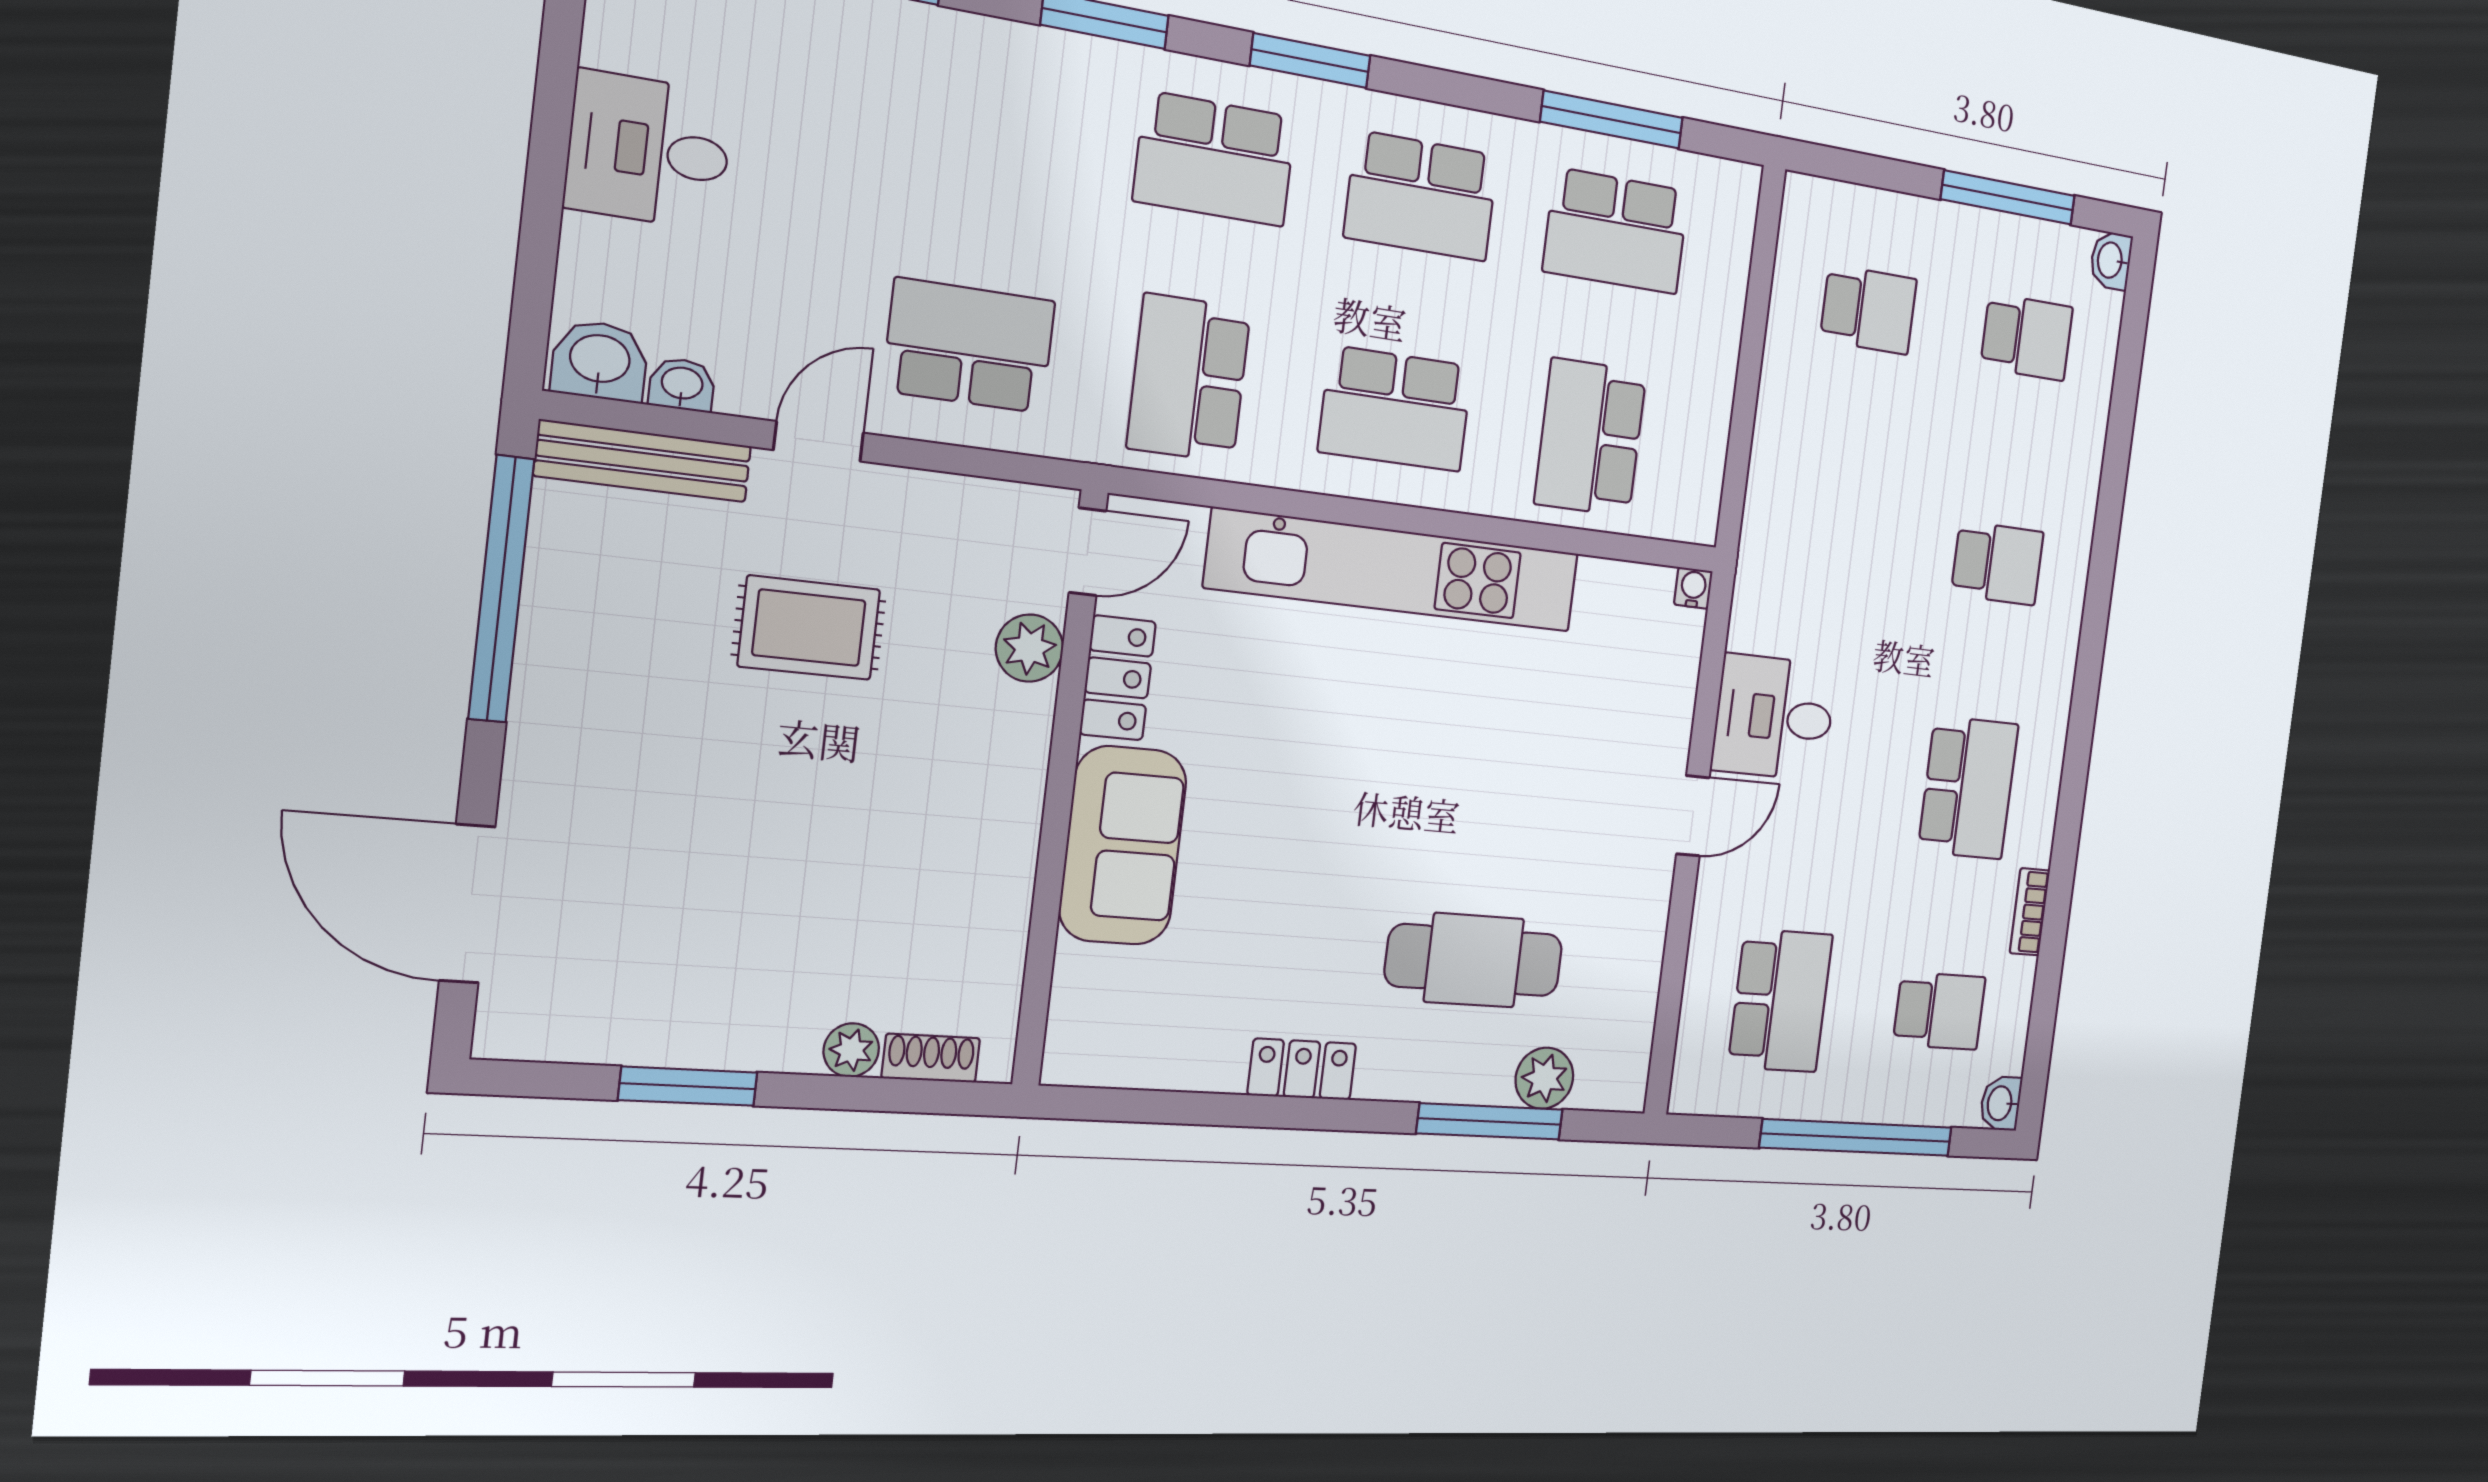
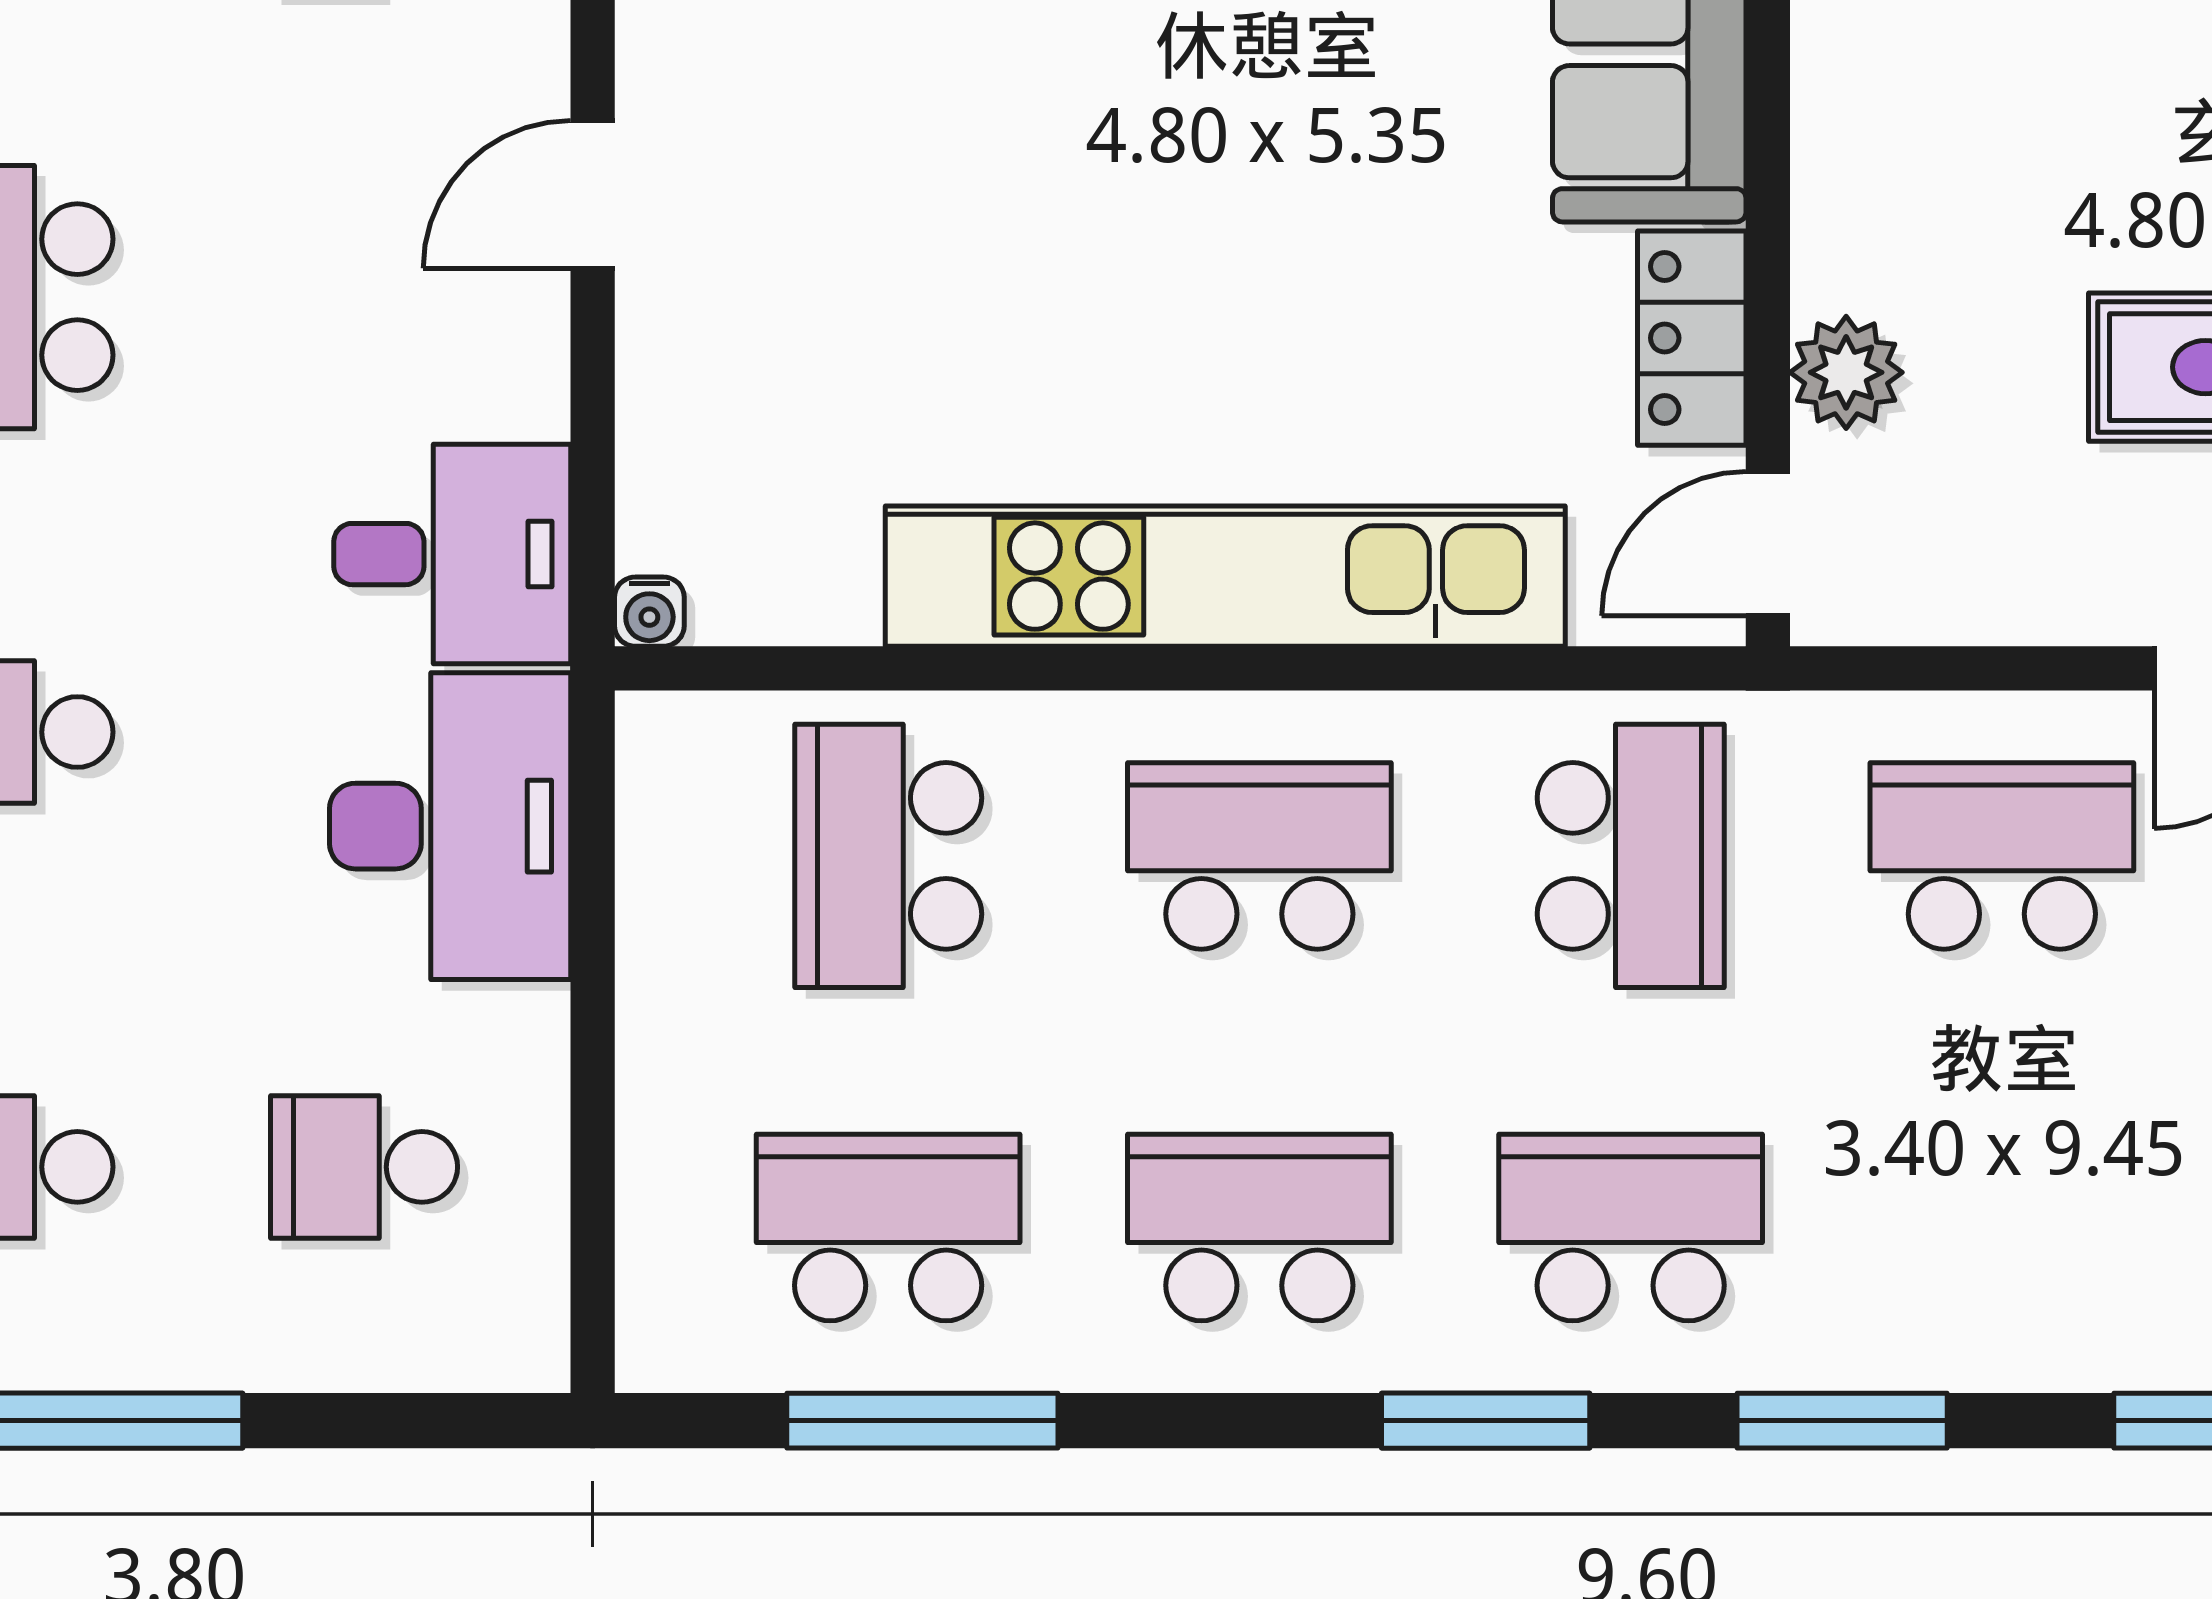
school desk: (969, 346) -> (2002, 856), turned 180
school desk: (1590, 438) -> (888, 856), turned 180
desk: (1804, 485) -> (450, 826), added
desk: (1774, 717) -> (452, 554), moved

